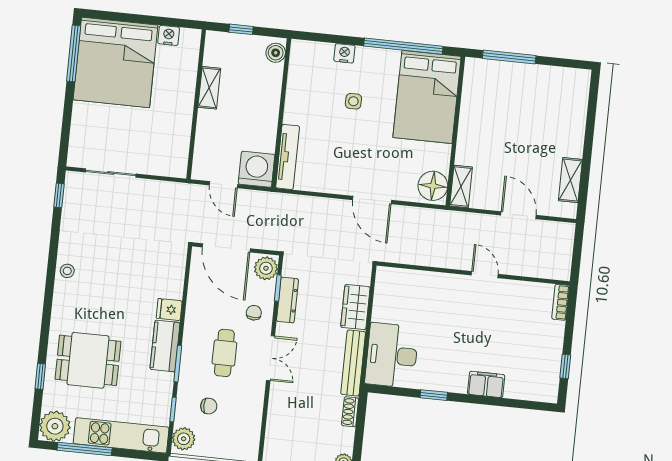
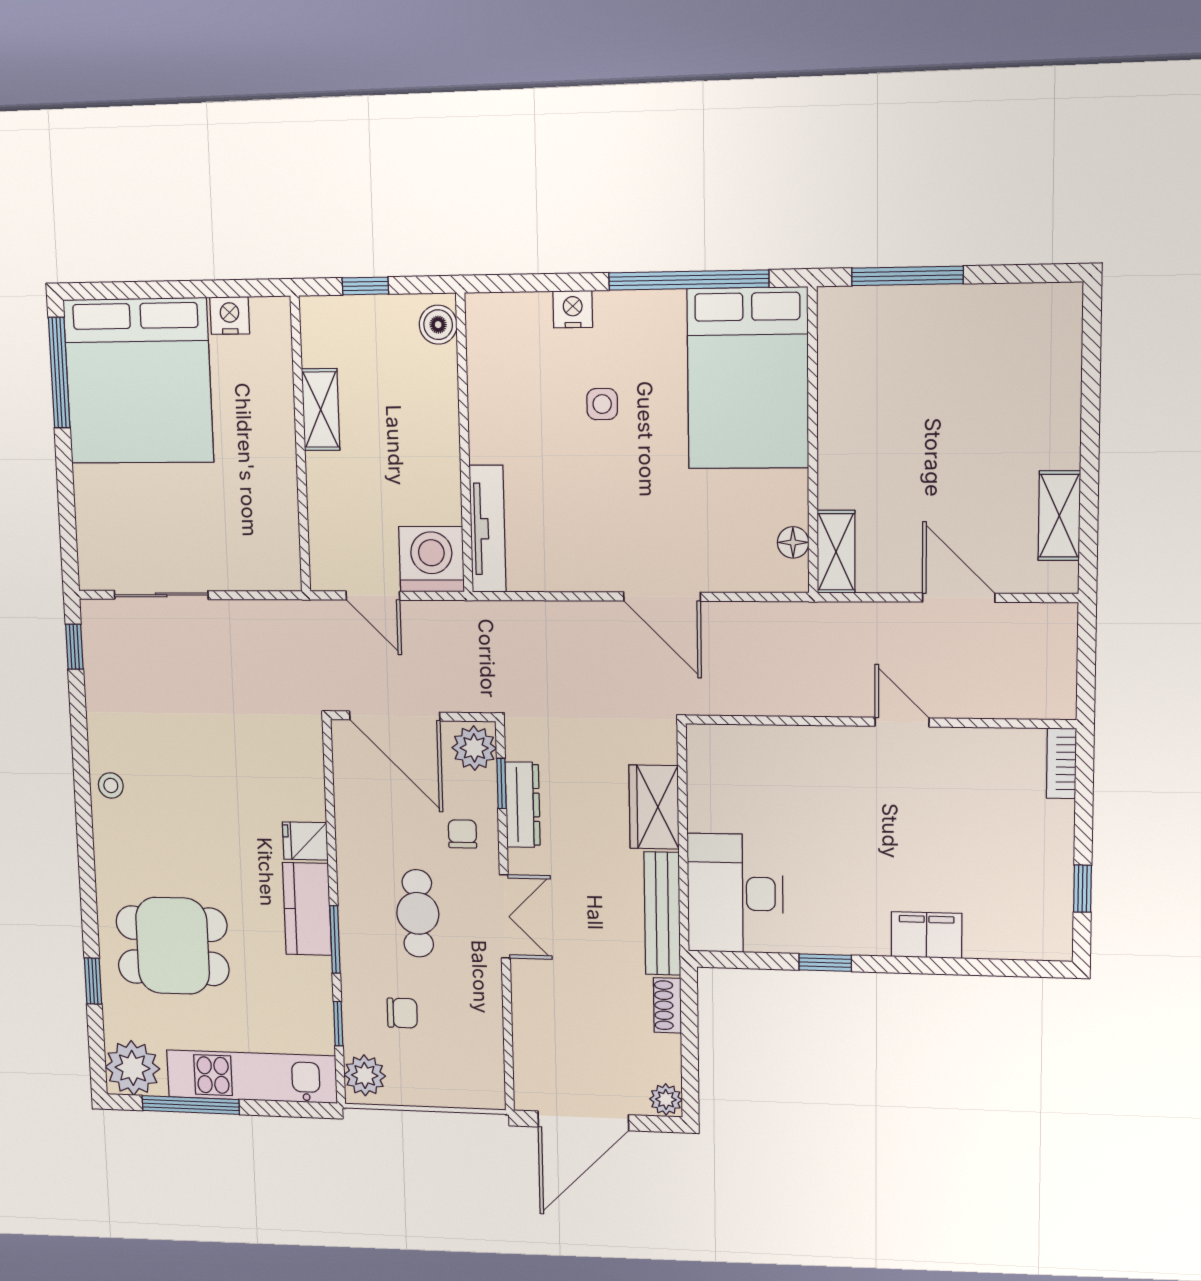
floor lamp: (433, 186) -> (793, 542), width x0.53, depth x0.53

